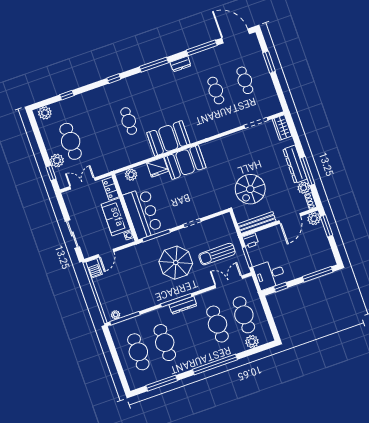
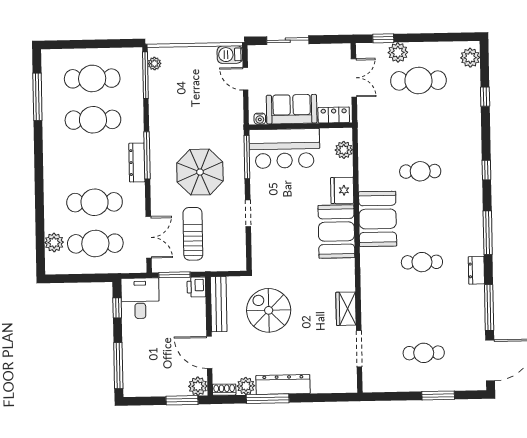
cafe table: (216, 91) -> (422, 262), moved
wardrobe: (282, 128) -> (346, 309), moved, turned -90
window: (215, 364) -> (39, 180), removed

